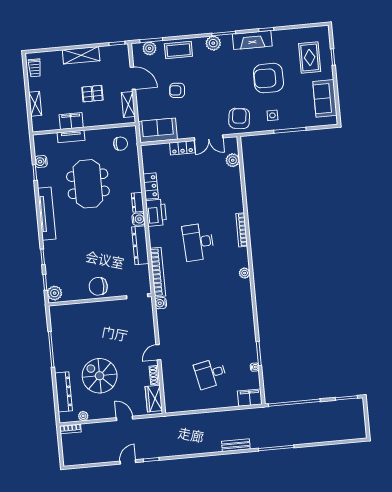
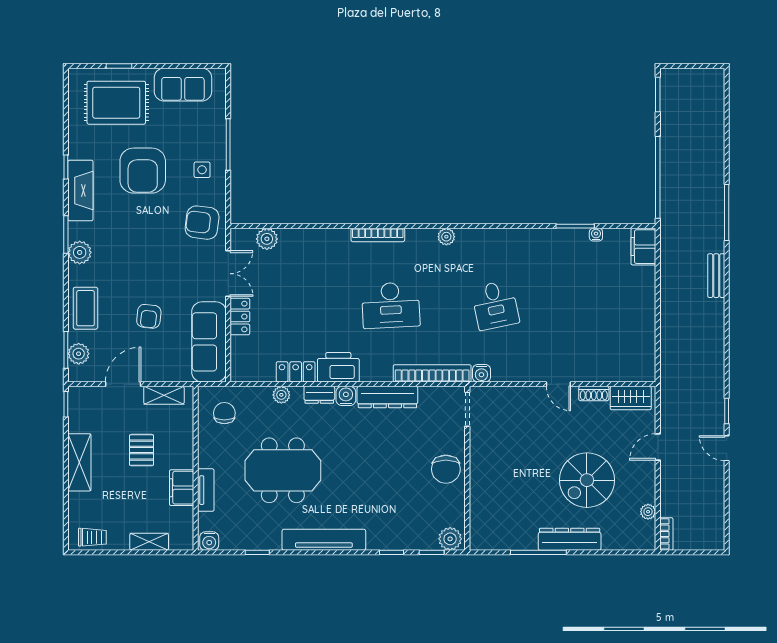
rug: (310, 57) -> (116, 103), width x1.36, depth x1.43
sofa: (158, 130) -> (209, 342), width x1.36
water cooler: (41, 162) -> (209, 541), moved
plant: (135, 178) -> (281, 395), added
desk: (210, 374) -> (495, 305), moved
dresser: (63, 392) -> (570, 539), moved

